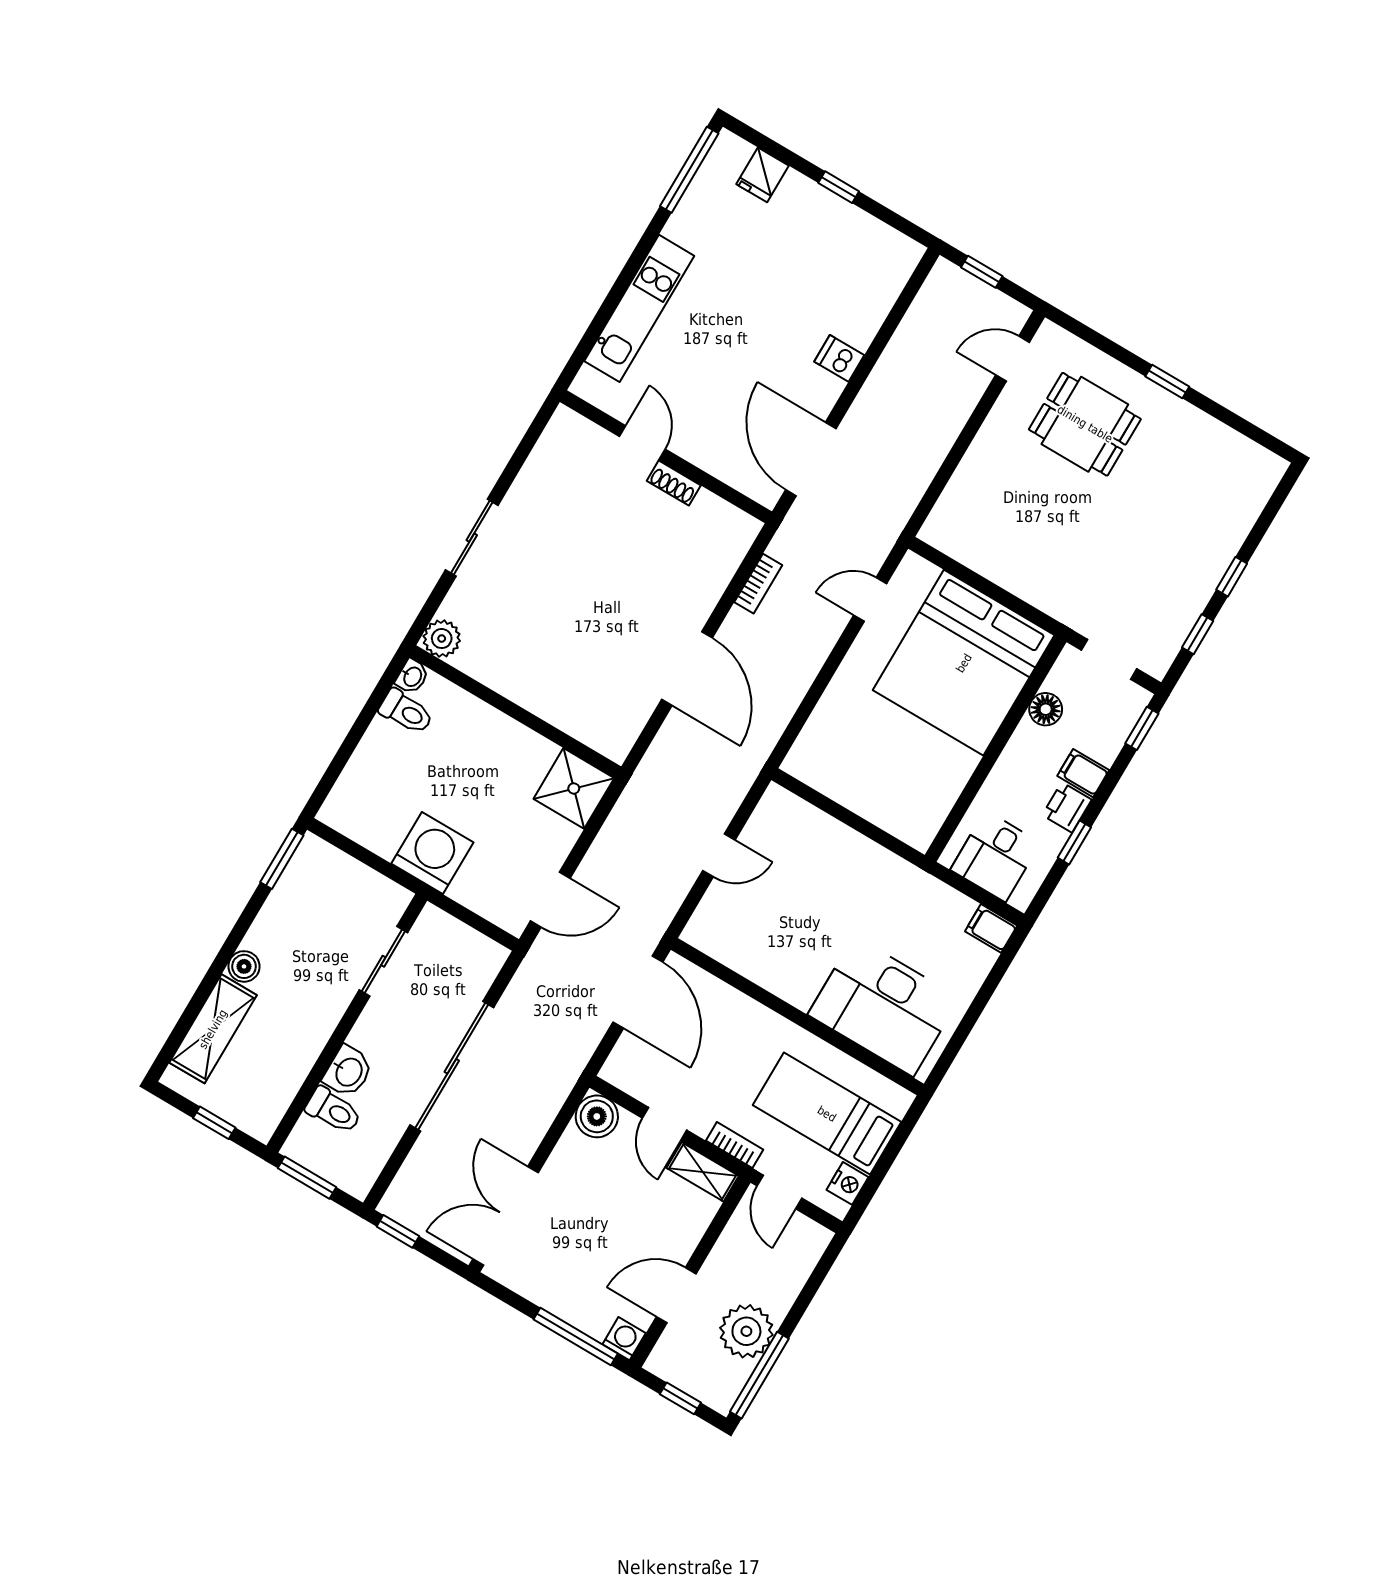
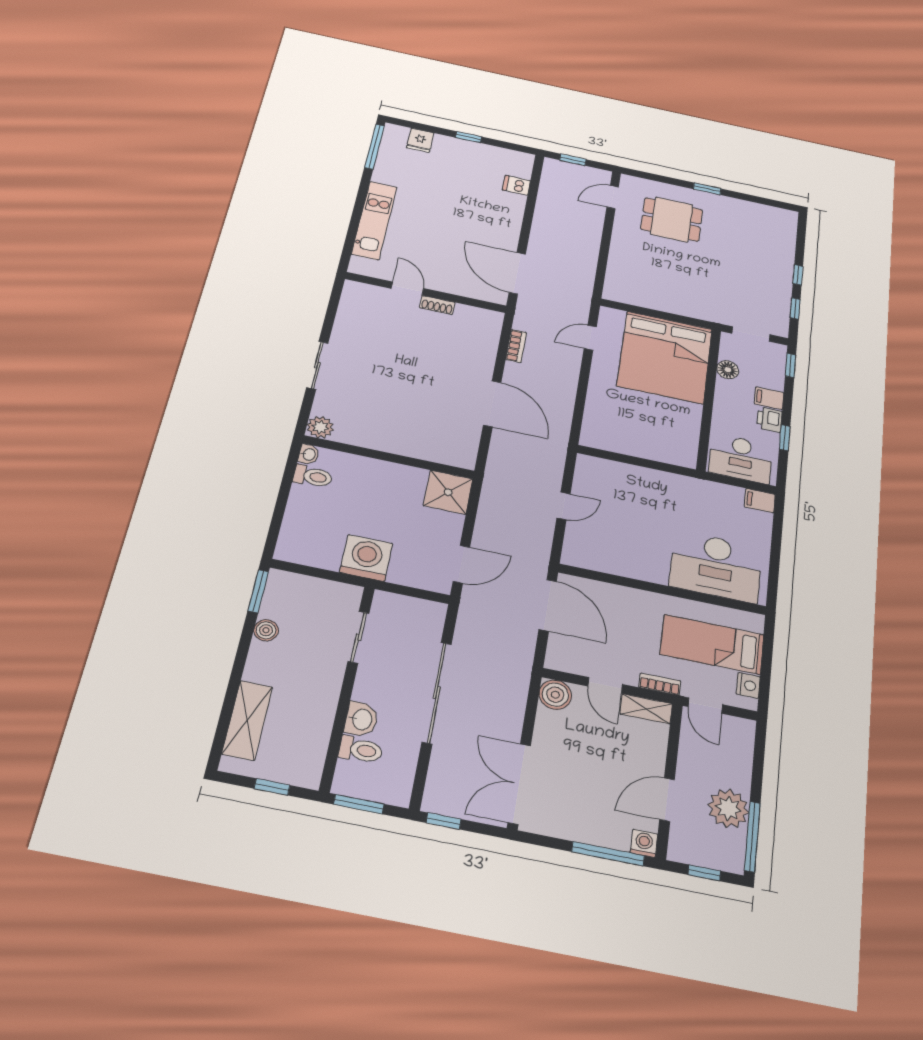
dishwasher: (839, 358) -> (516, 185), moved
desk: (995, 856) -> (741, 458), width x1.37
boiler: (244, 966) -> (266, 630), moved

